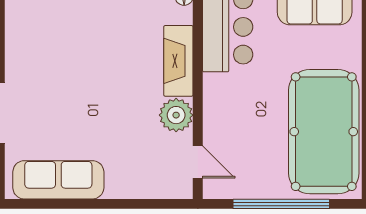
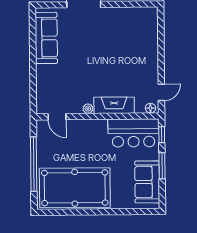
plant: (176, 115) -> (88, 109), width x0.53, depth x0.53
door: (198, 162) -> (57, 117), hinge flipped

